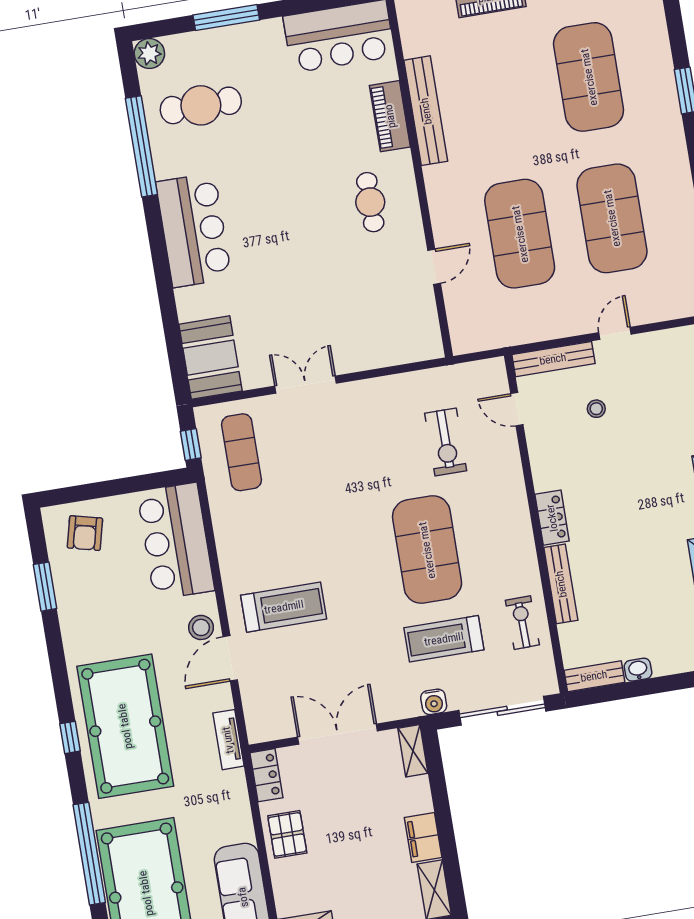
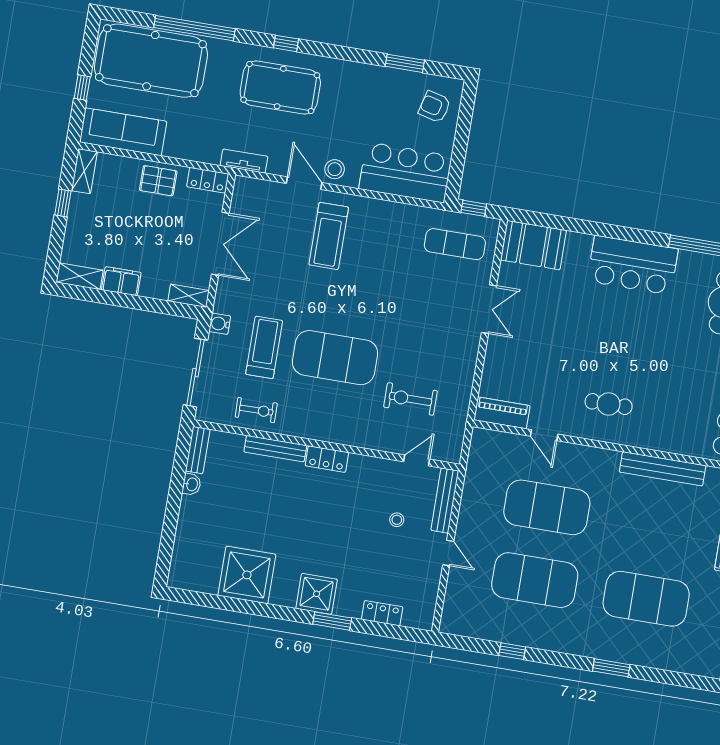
piano: (390, 116) -> (502, 413), moved
pool table: (125, 726) -> (280, 87), width x0.73, depth x0.76

